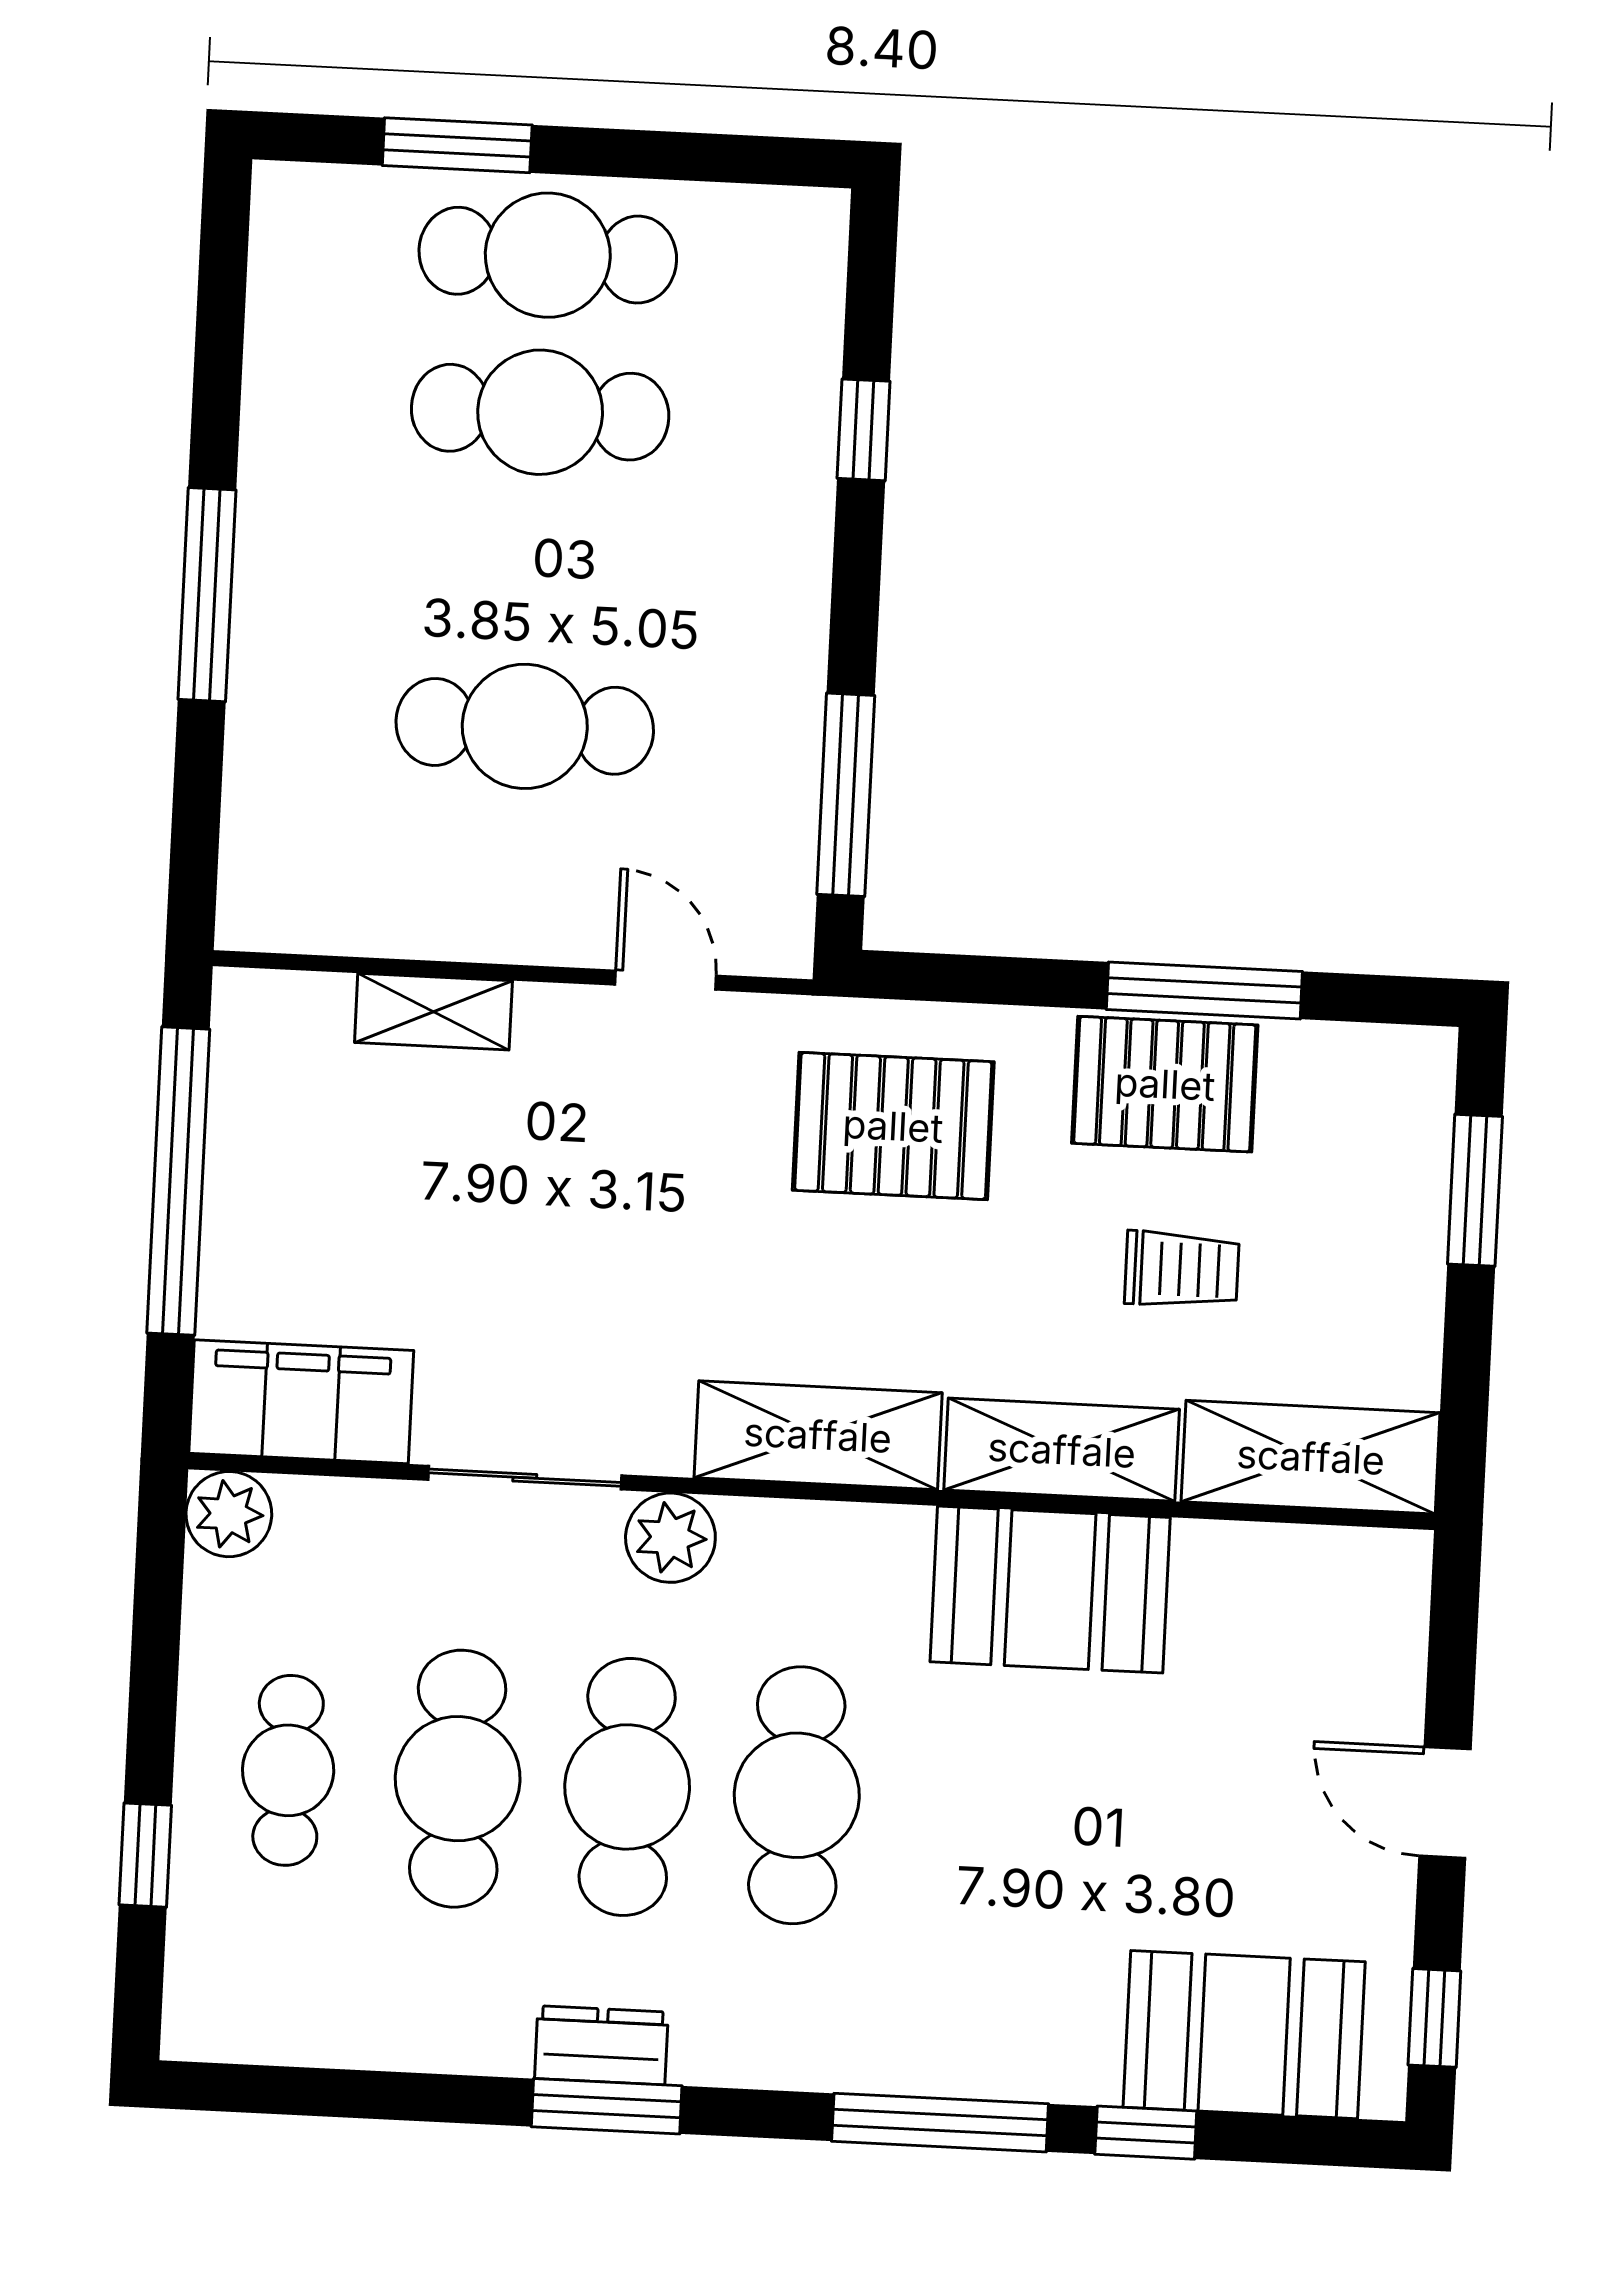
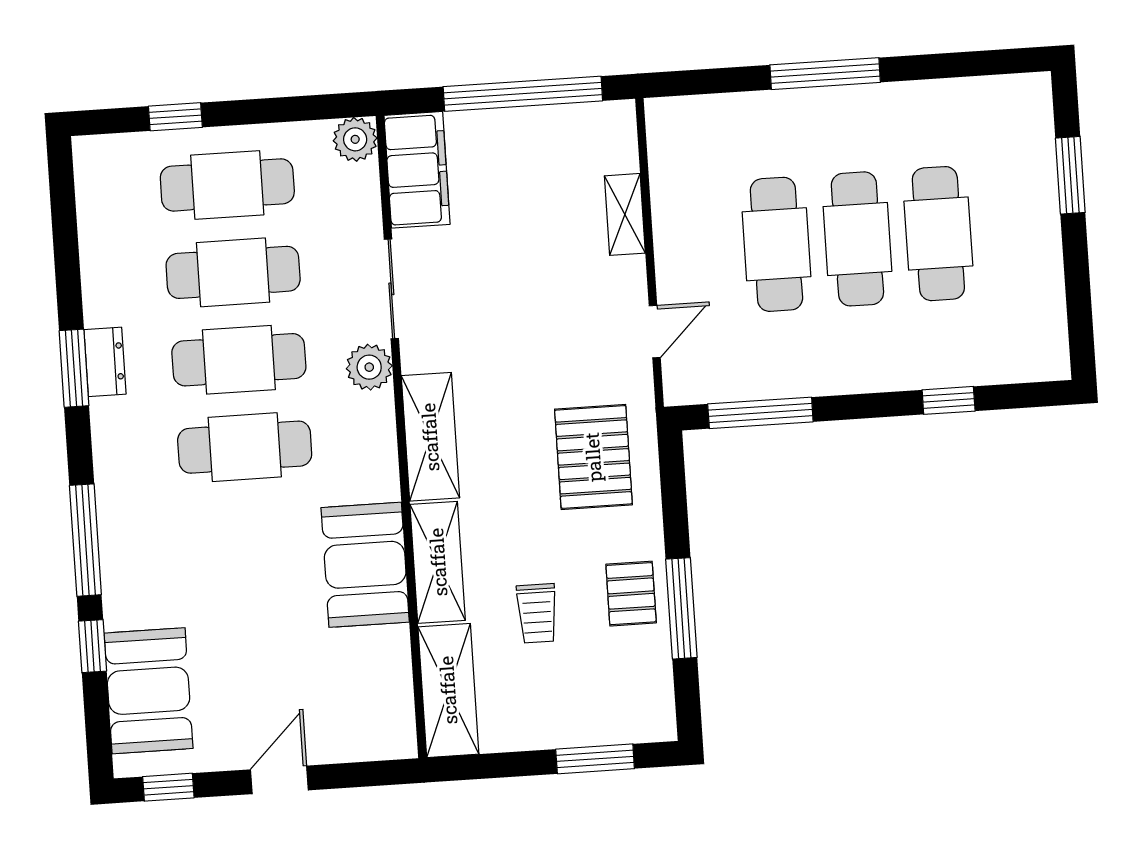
cafe table: (548, 255) -> (857, 239), moved
pallet: (1165, 1084) -> (631, 594), width x0.67, depth x0.71
cafe table: (288, 1770) -> (227, 185), width x1.37, depth x1.35

